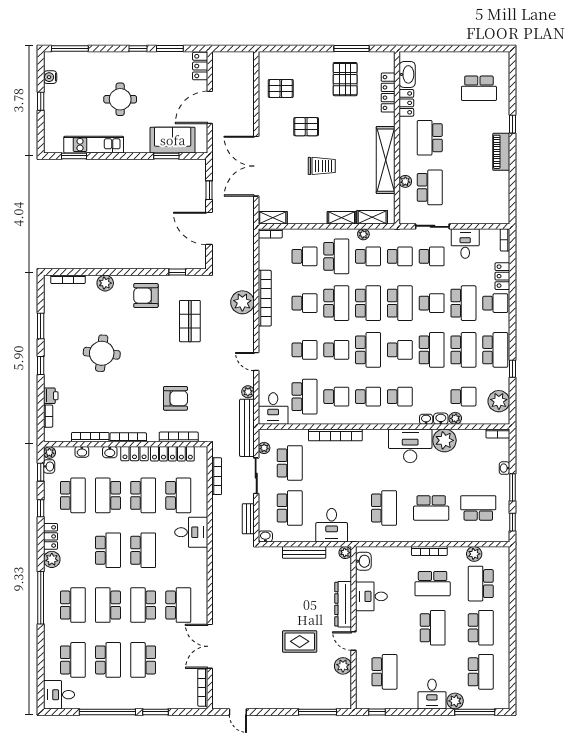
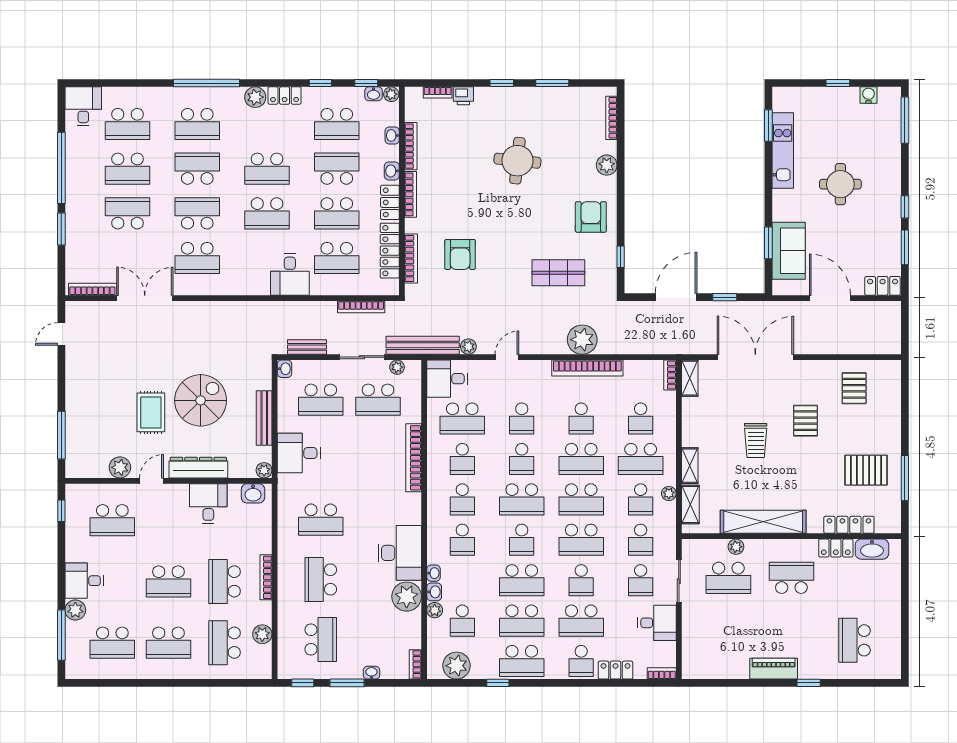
school desk: (481, 584) -> (225, 643), turned -90
spiral stairs: (290, 602) -> (201, 400), added

